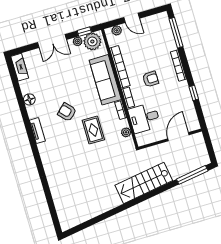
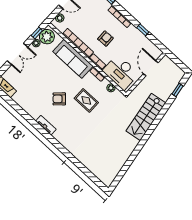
floor lamp: (29, 99) -> (26, 106), removed
desk: (144, 118) -> (121, 72), width x1.37
window: (192, 175) -> (177, 90), width x0.46

